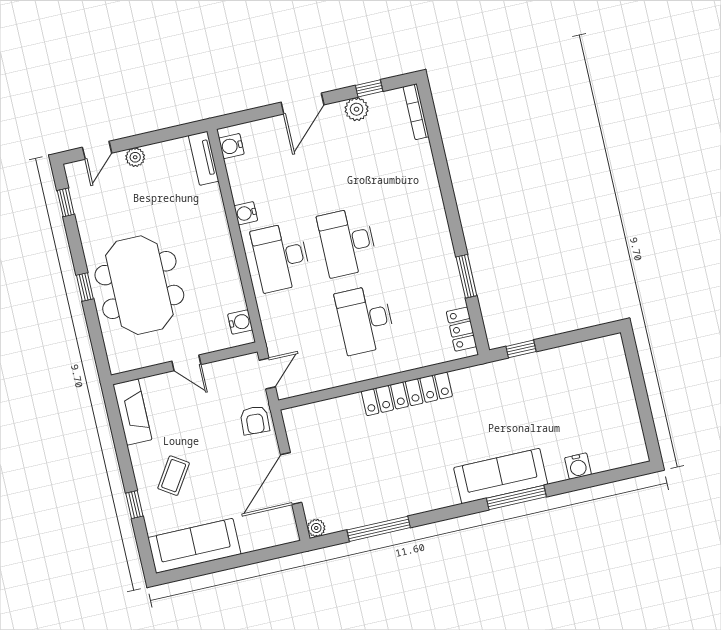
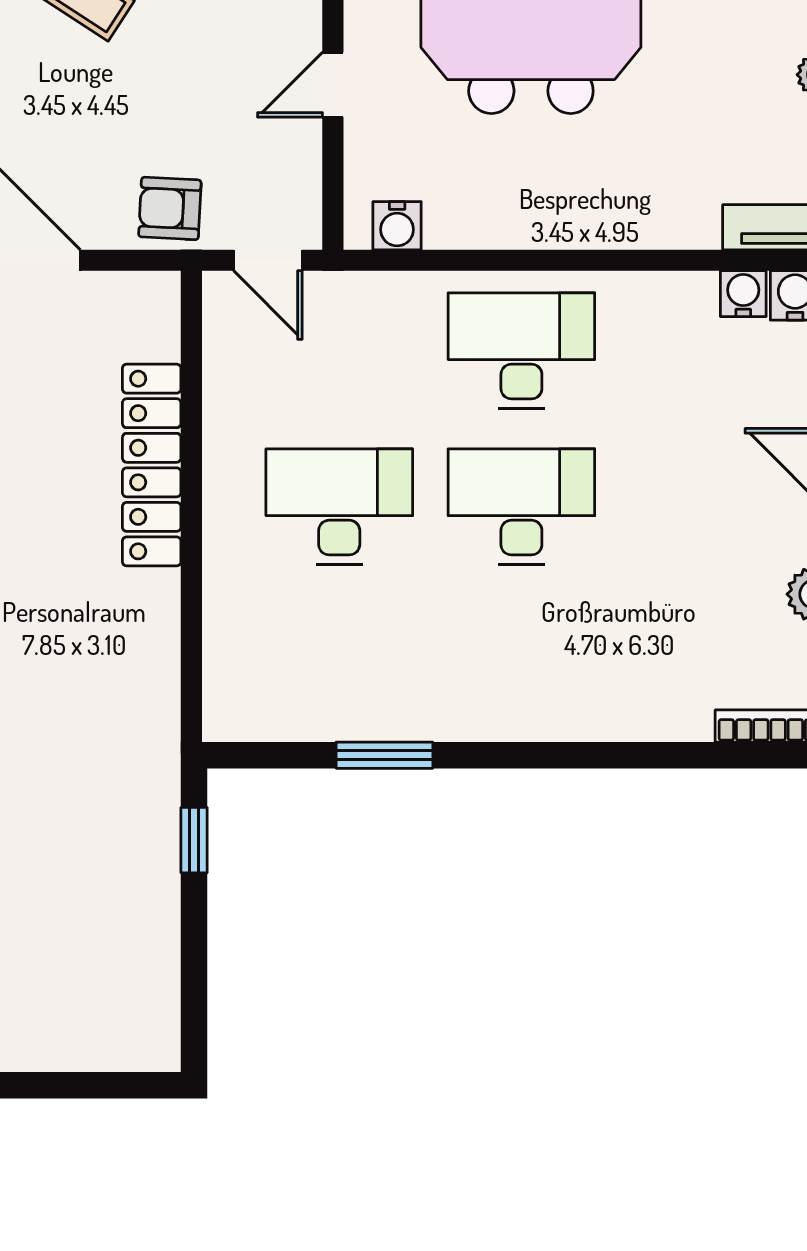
water cooler: (246, 213) -> (743, 294), moved
locker: (461, 329) -> (269, 717), removed
locker: (407, 394) -> (152, 465), moved

